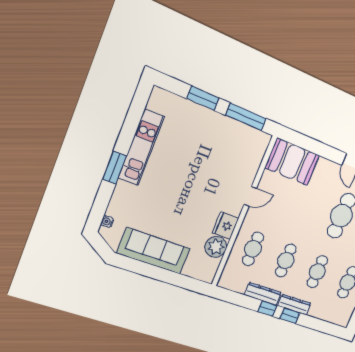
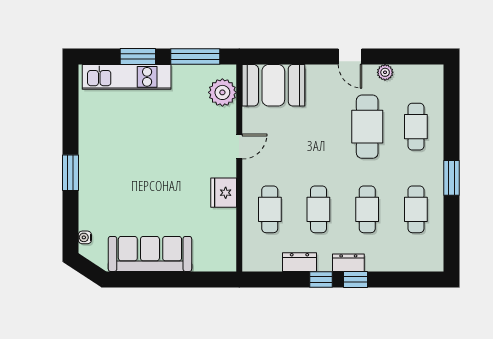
kitchen unit: (141, 147) -> (127, 77), moved, turned 90
plant: (216, 247) -> (222, 92), moved
dresser: (263, 294) -> (299, 262), width x0.70
dresser: (294, 305) -> (348, 263), width x0.70

